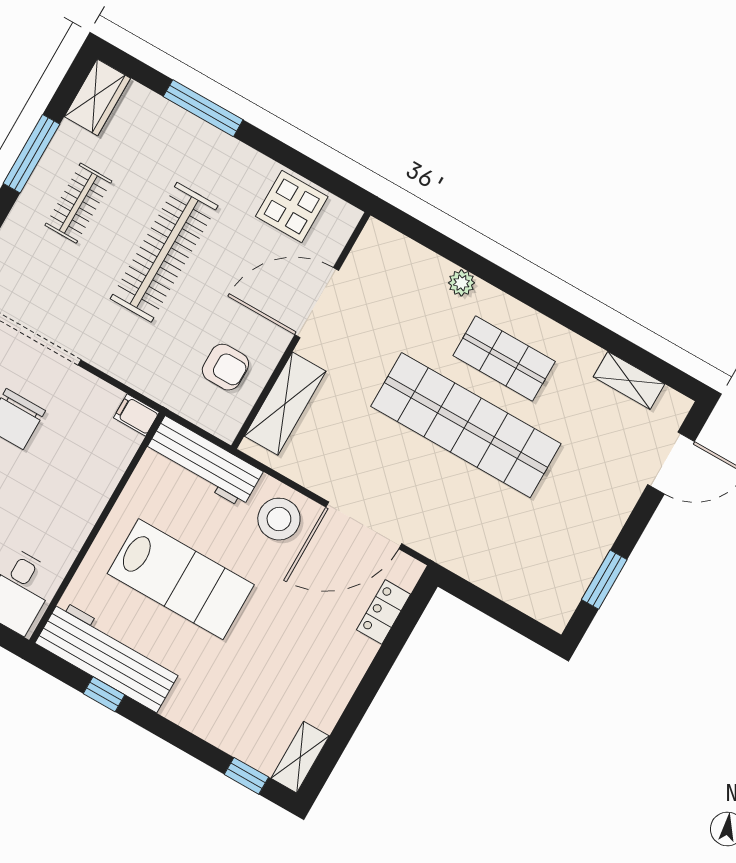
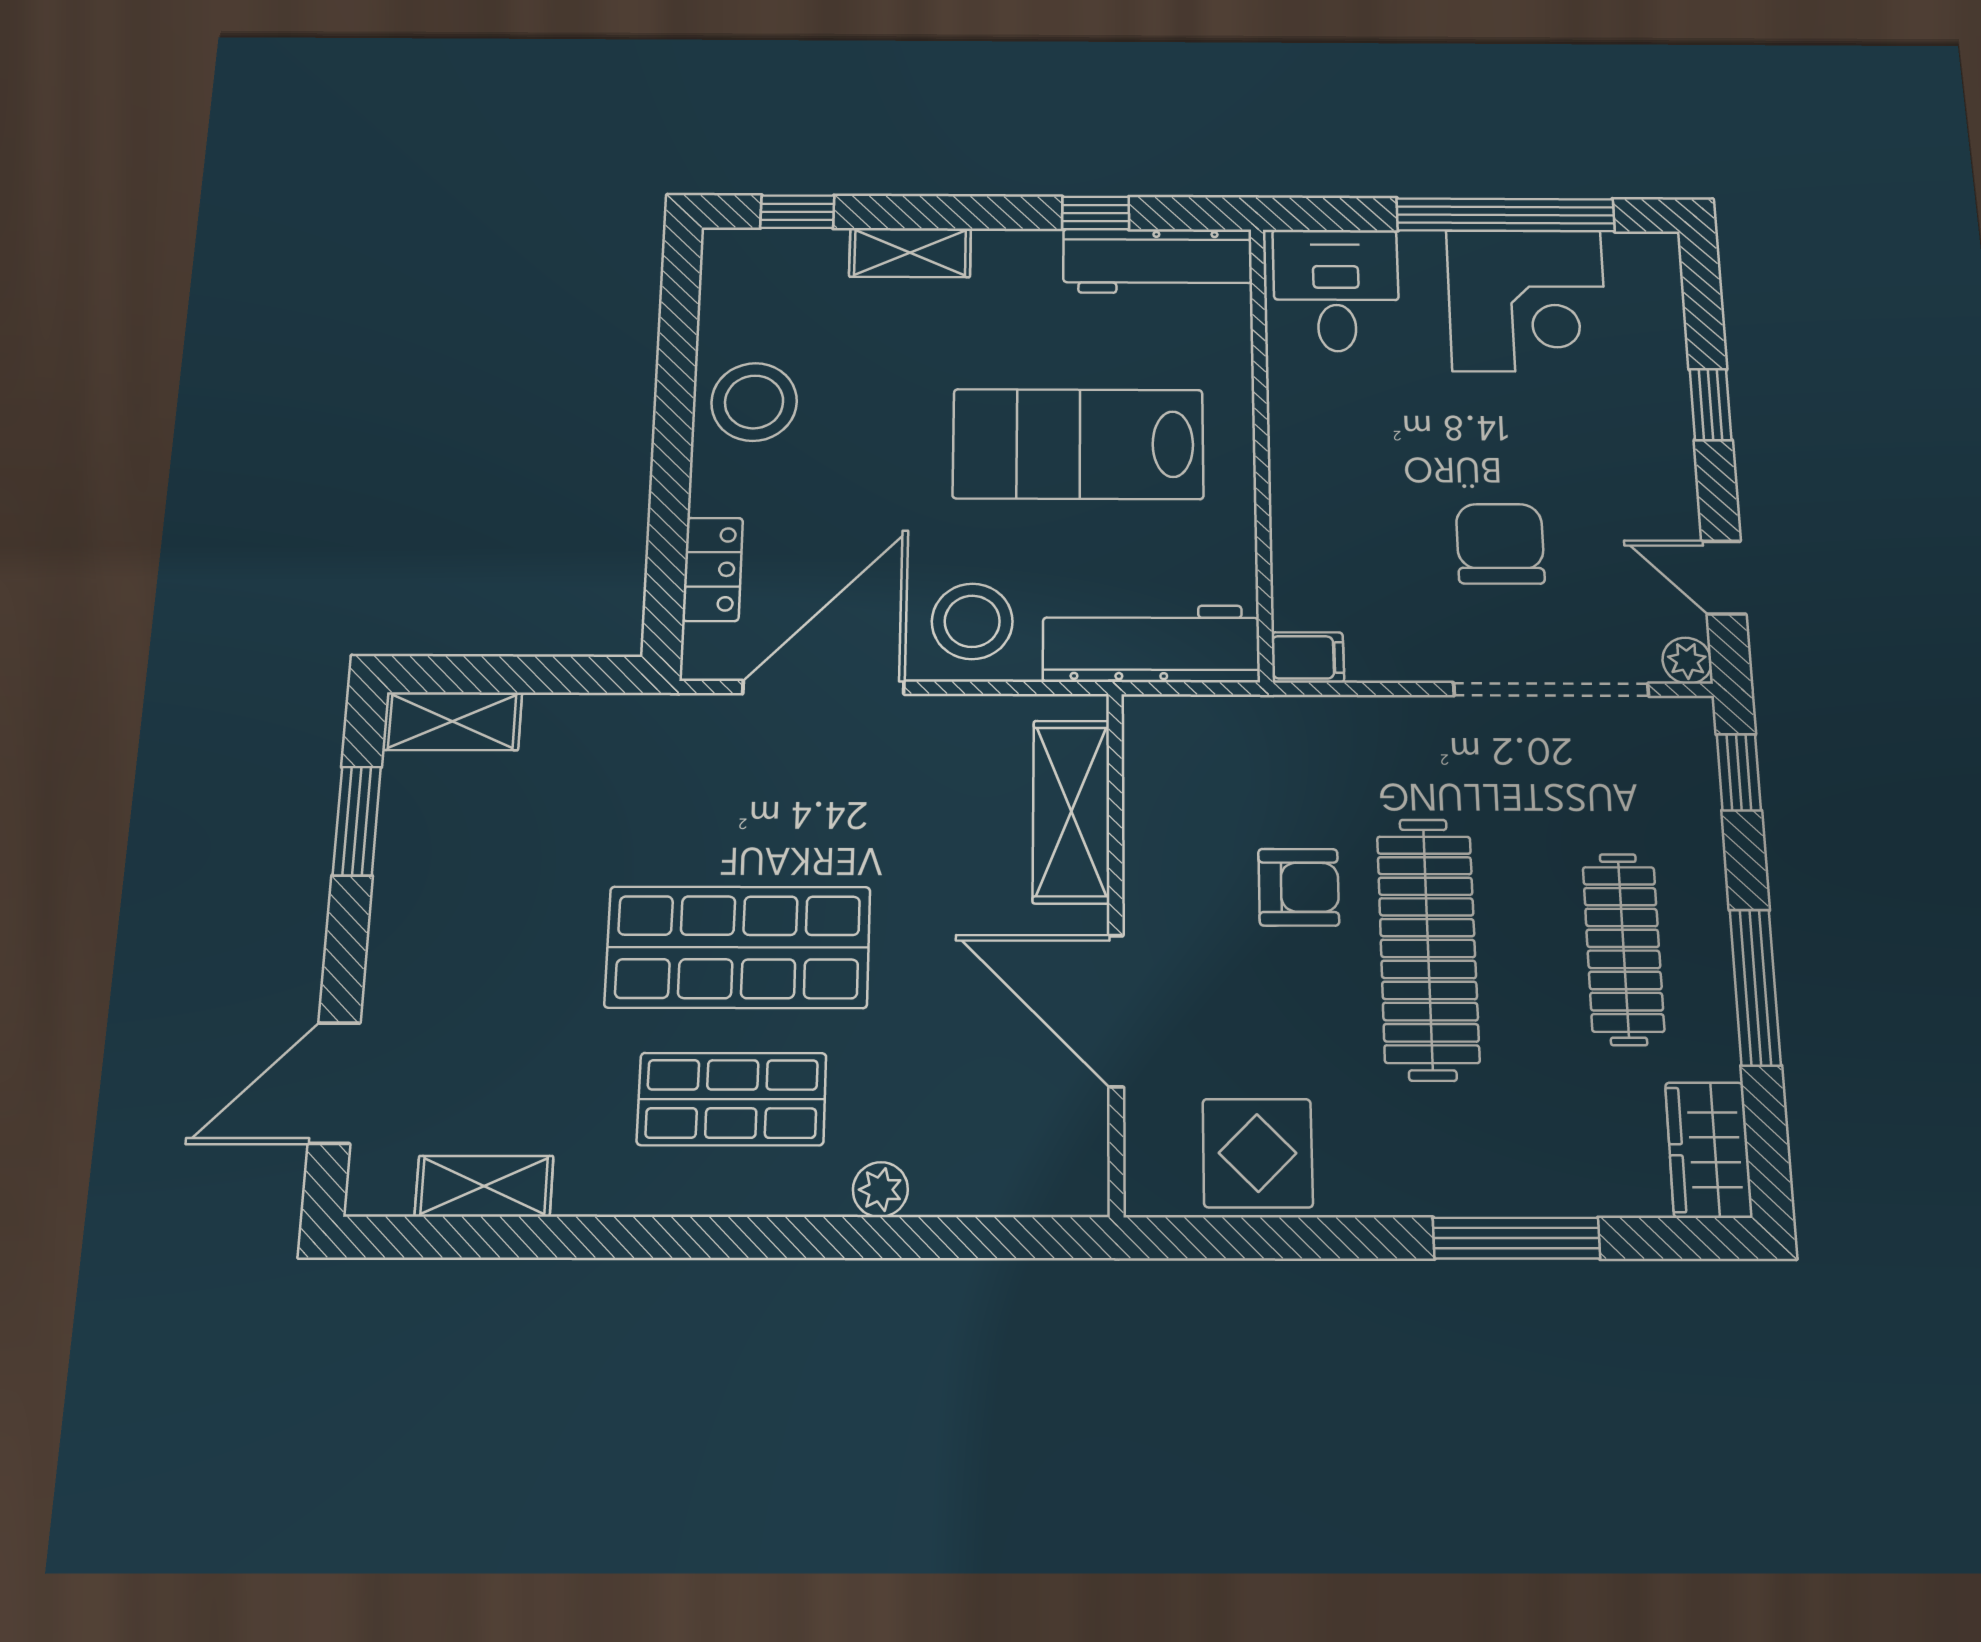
clothes rail: (78, 203) -> (1623, 949), width x1.36
door: (317, 303) -> (1116, 1011), swing flipped
armchair: (225, 367) -> (1299, 887), moved, turned 180
shop shelf: (466, 425) -> (738, 947), width x0.71
shelving: (539, 604) -> (452, 721), added
workbench: (108, 656) -> (1158, 261), width x0.73, depth x0.76
stool: (320, 686) -> (754, 402), added
shelving: (300, 757) -> (910, 253), moved, turned 90

